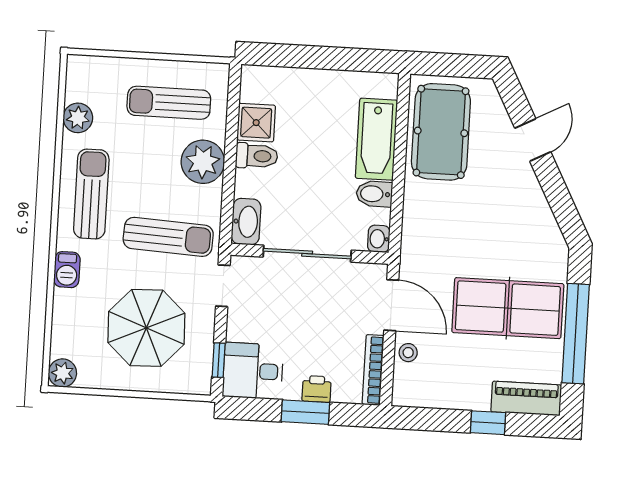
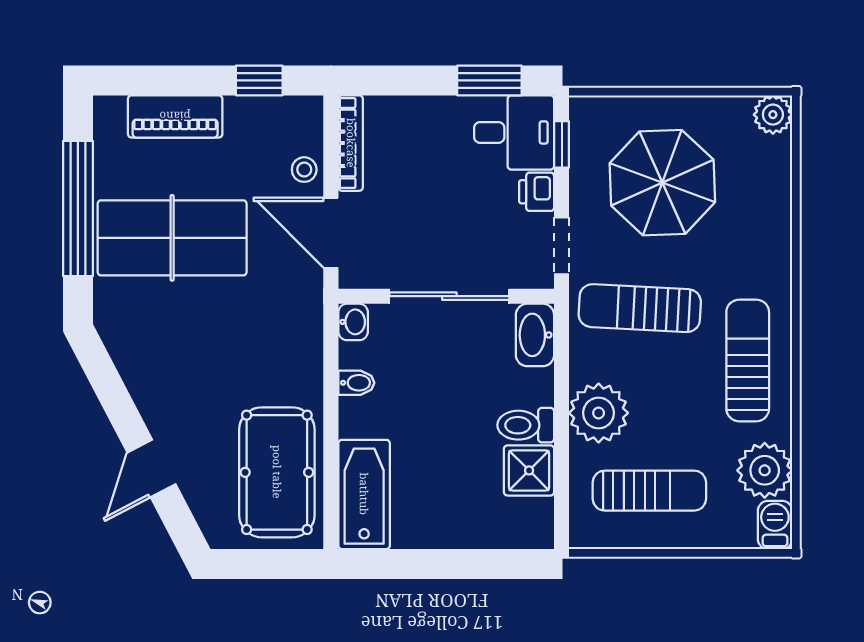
plant: (78, 118) -> (765, 470), width x1.36, depth x1.36
bathtub: (376, 139) -> (364, 494), moved
sun lounger: (91, 194) -> (748, 360), turned 180
bidet: (374, 194) -> (356, 383), width x0.72, depth x0.74
barbecue: (67, 270) -> (775, 525), moved
printer: (317, 389) -> (537, 192), moved, turned 90
piano: (526, 398) -> (175, 116), moved
window: (305, 412) -> (489, 80), moved
window: (488, 423) -> (259, 80), moved

